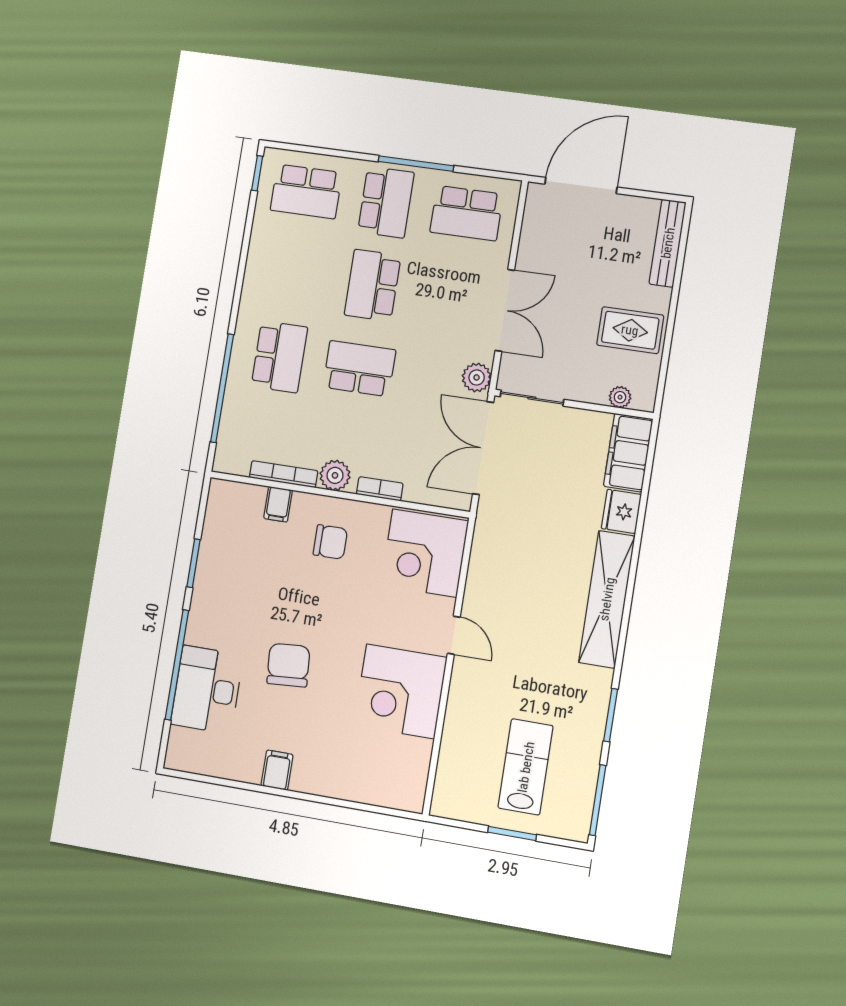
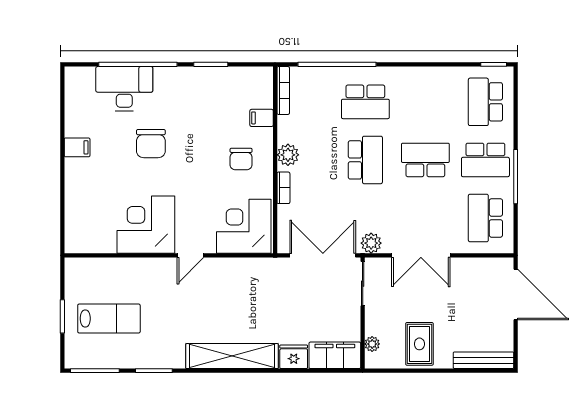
bookcase: (284, 474) -> (283, 90), moved
chair: (288, 665) -> (151, 144), turned 94

